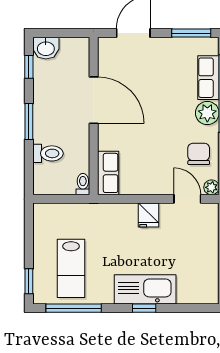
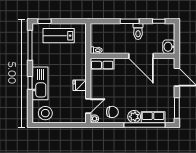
washbasin: (46, 48) -> (169, 47), moved
door: (94, 100) -> (141, 56), hinge flipped
toilet: (48, 153) -> (138, 32), moved
lab bench: (71, 268) -> (59, 36), moved
stool: (201, 279) -> (45, 113), added

